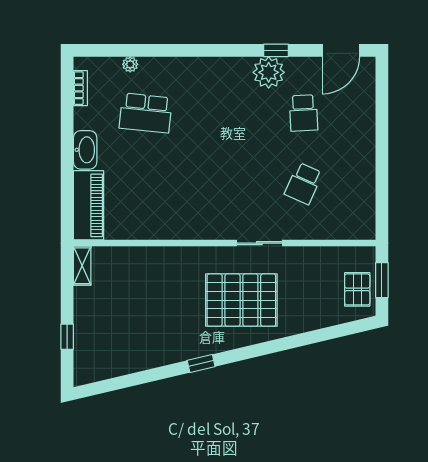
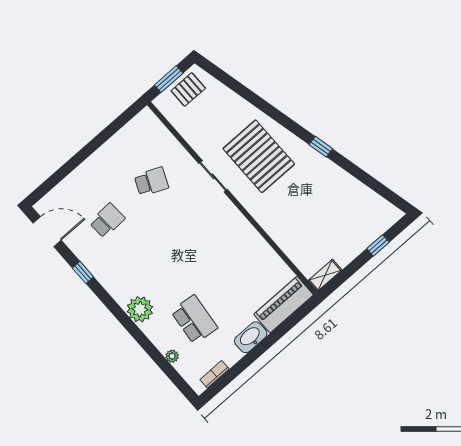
plant: (269, 72) -> (140, 309), moved

